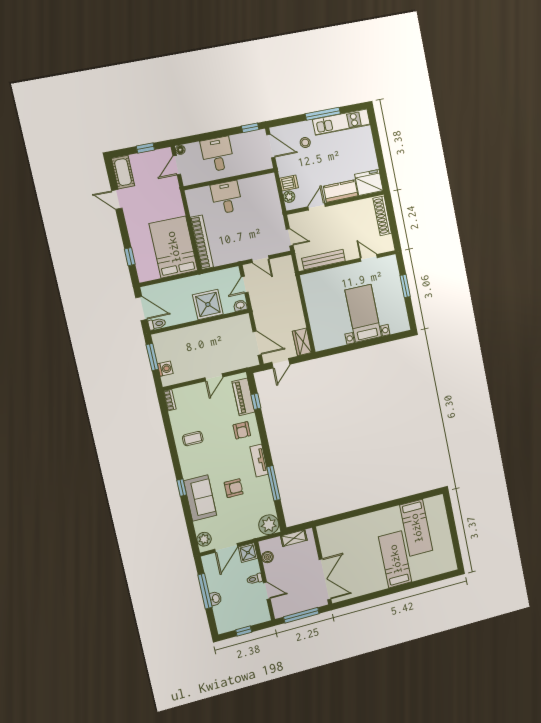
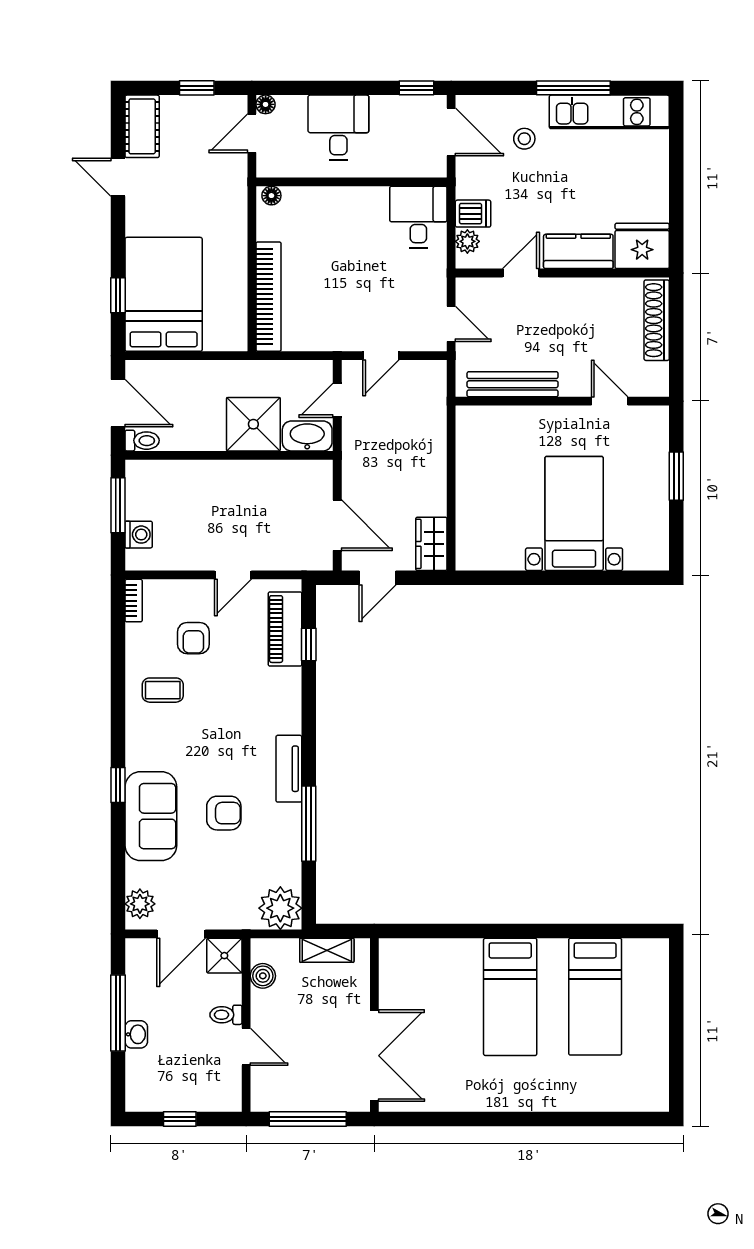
floor lamp: (193, 193) -> (271, 196), added
desk: (226, 197) -> (418, 217), moved
bed: (173, 247) -> (164, 294), moved
door: (260, 259) -> (381, 356), hinge flipped
washbasin: (240, 305) -> (307, 436), width x1.91, depth x1.45
armchair: (242, 430) -> (193, 638), moved
bed: (395, 559) -> (510, 997), moved, turned 180

